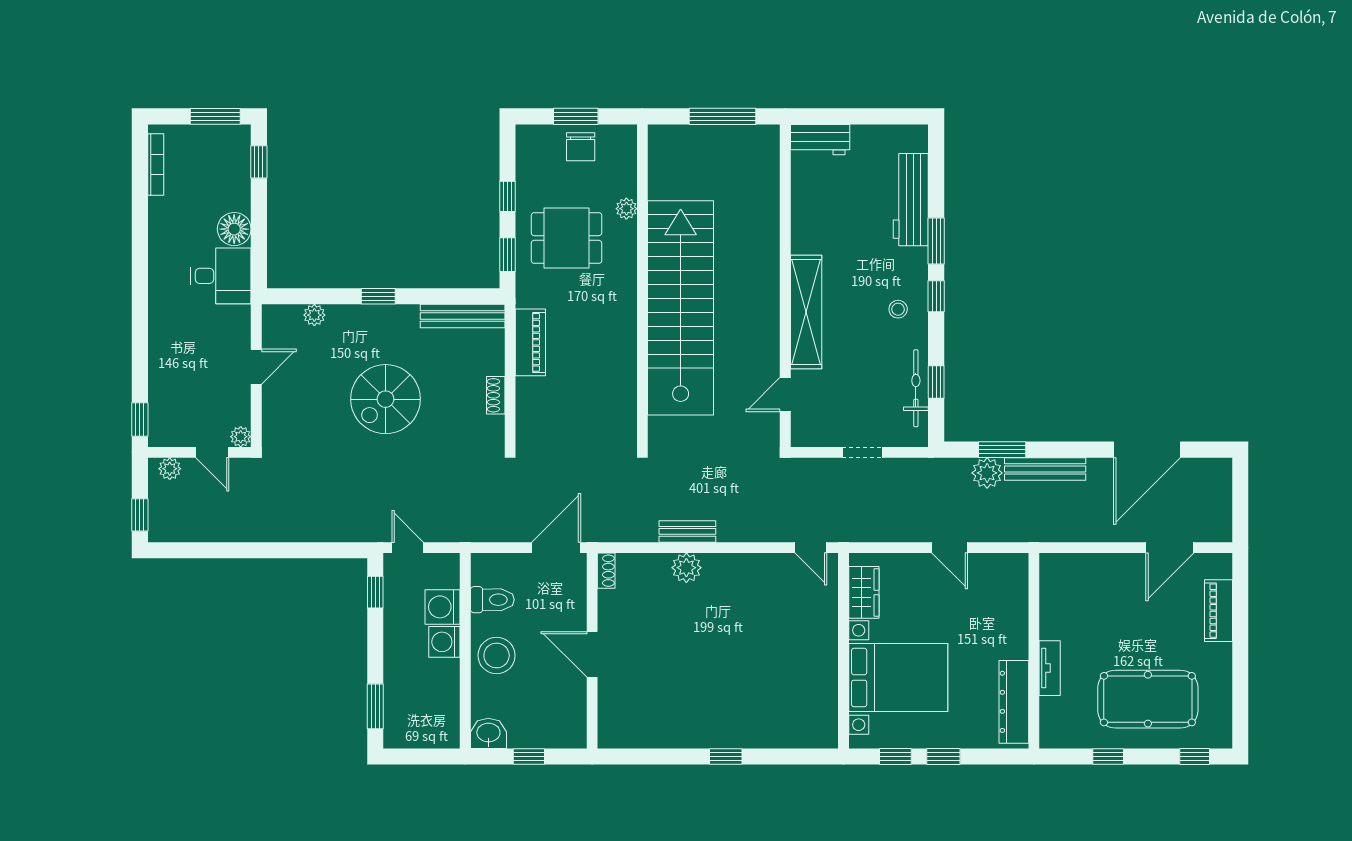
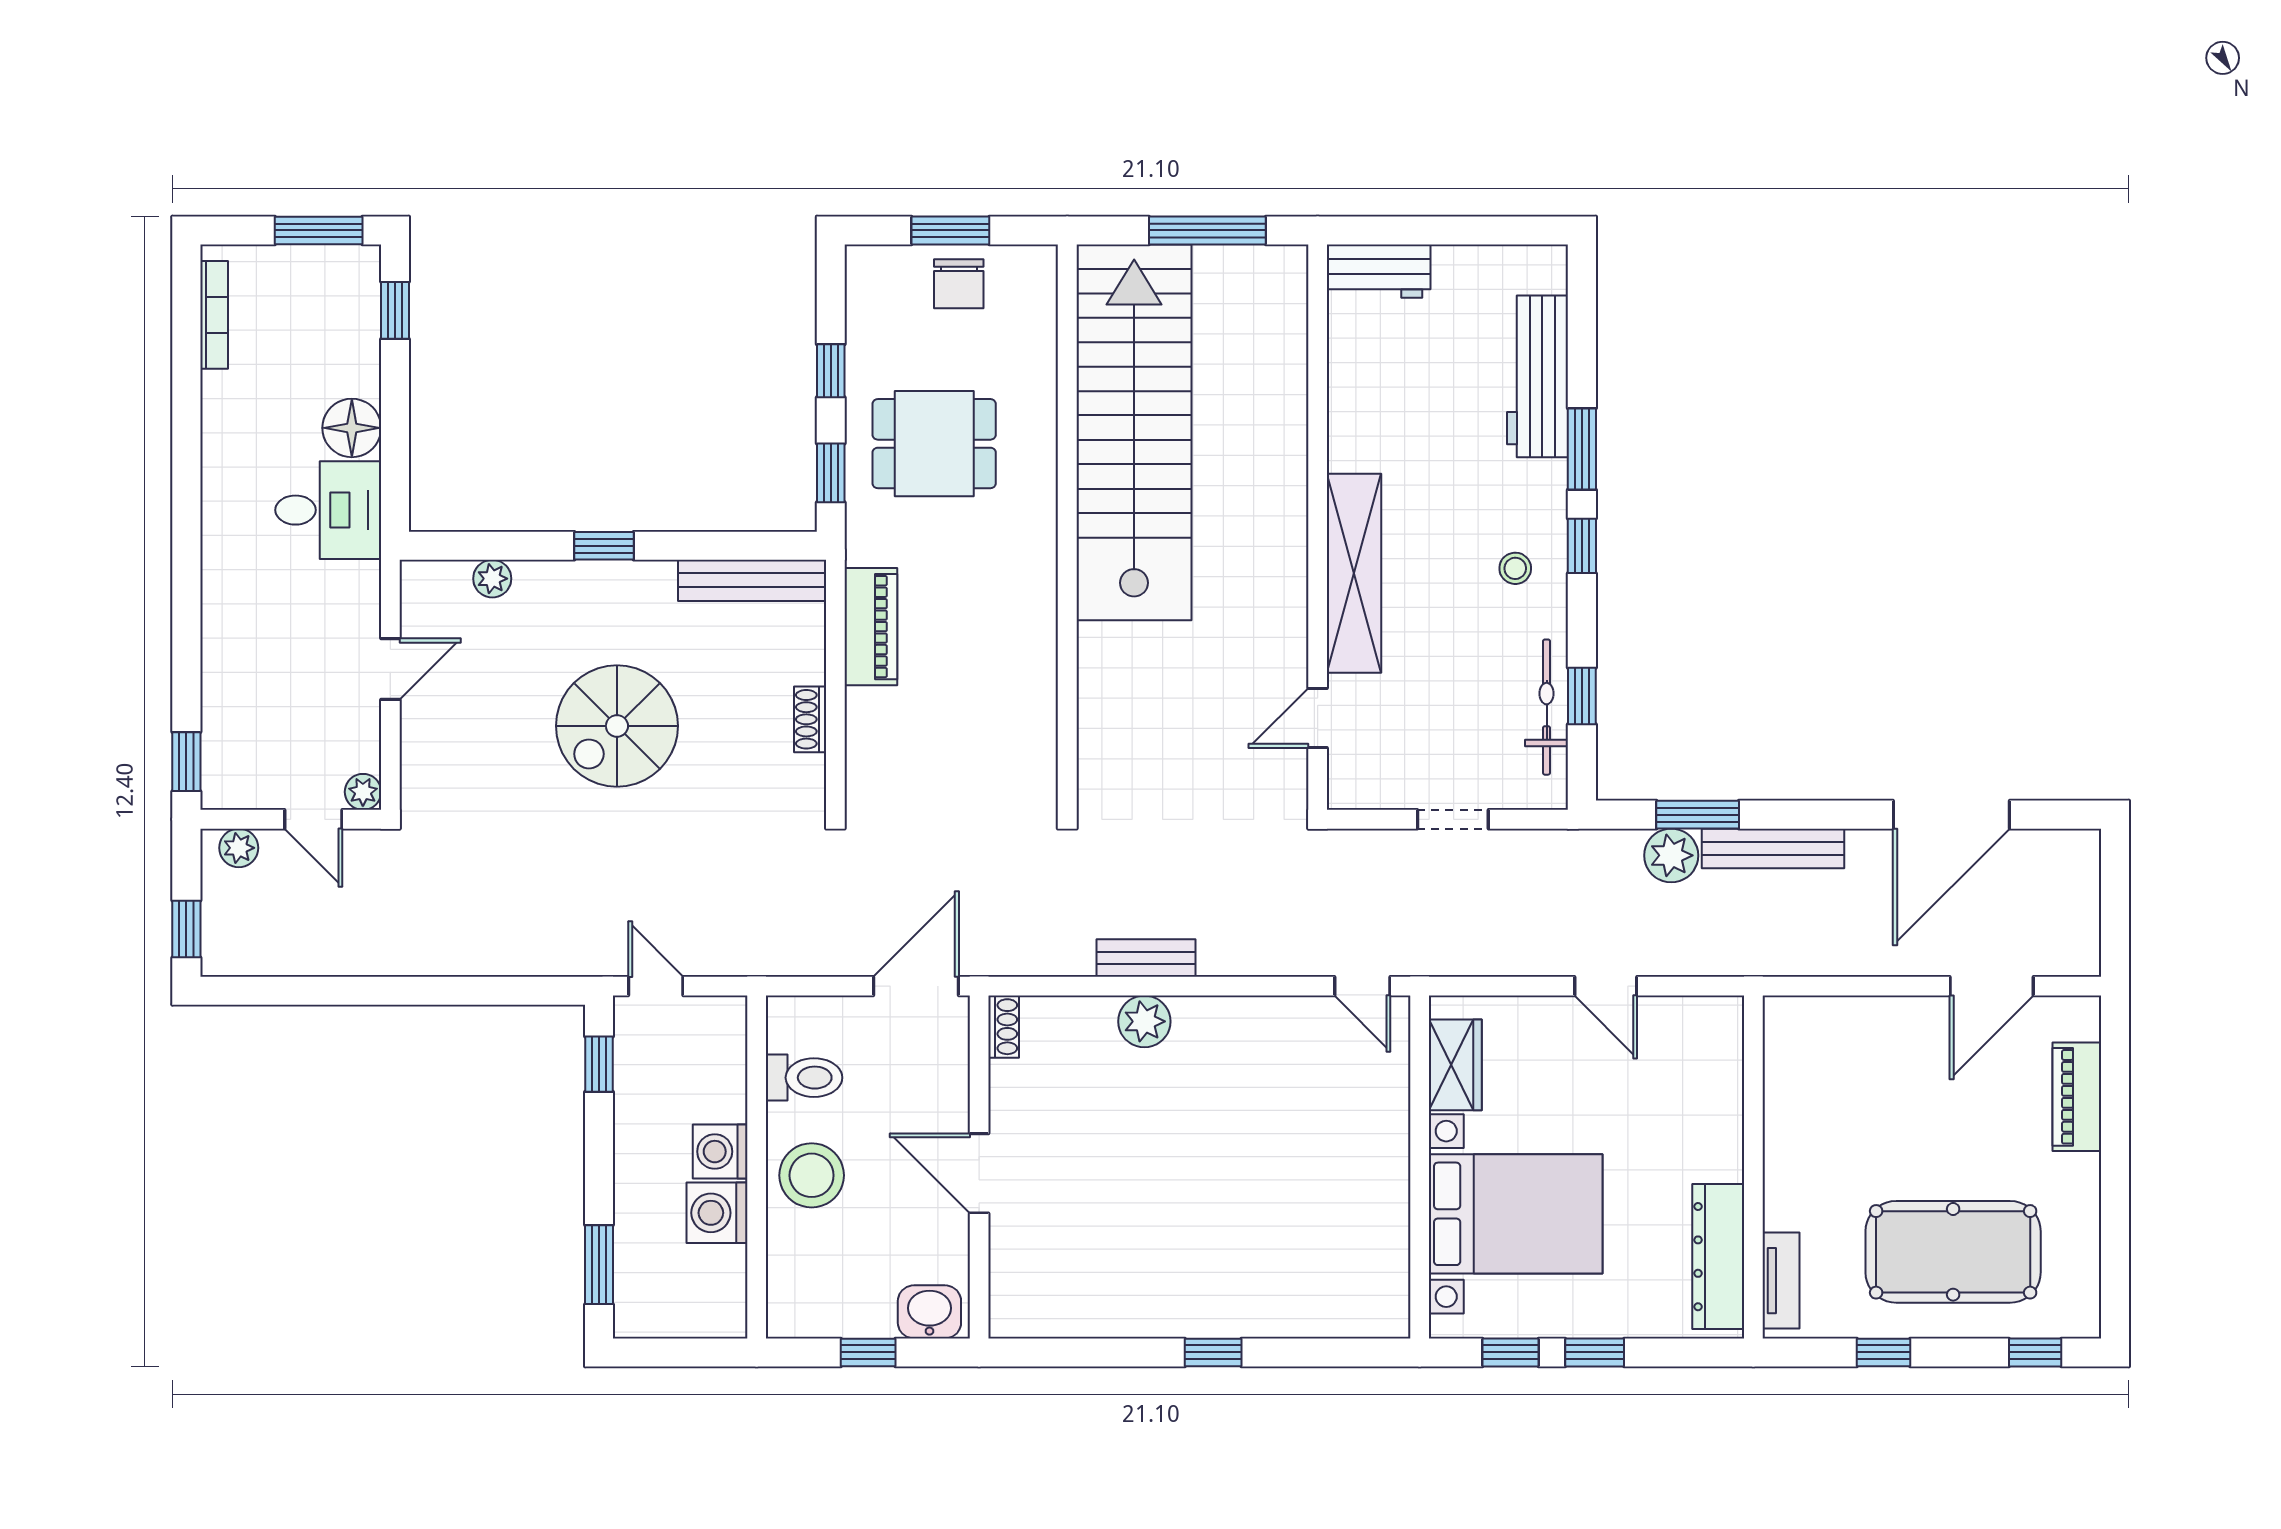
plant: (626, 209) -> (1039, 392), removed
stairs: (681, 308) -> (1134, 432), moved
washing machine: (443, 607) -> (717, 1213), moved
tv unit: (1050, 668) -> (1781, 1281), moved
washbasin: (488, 733) -> (929, 1312), moved

